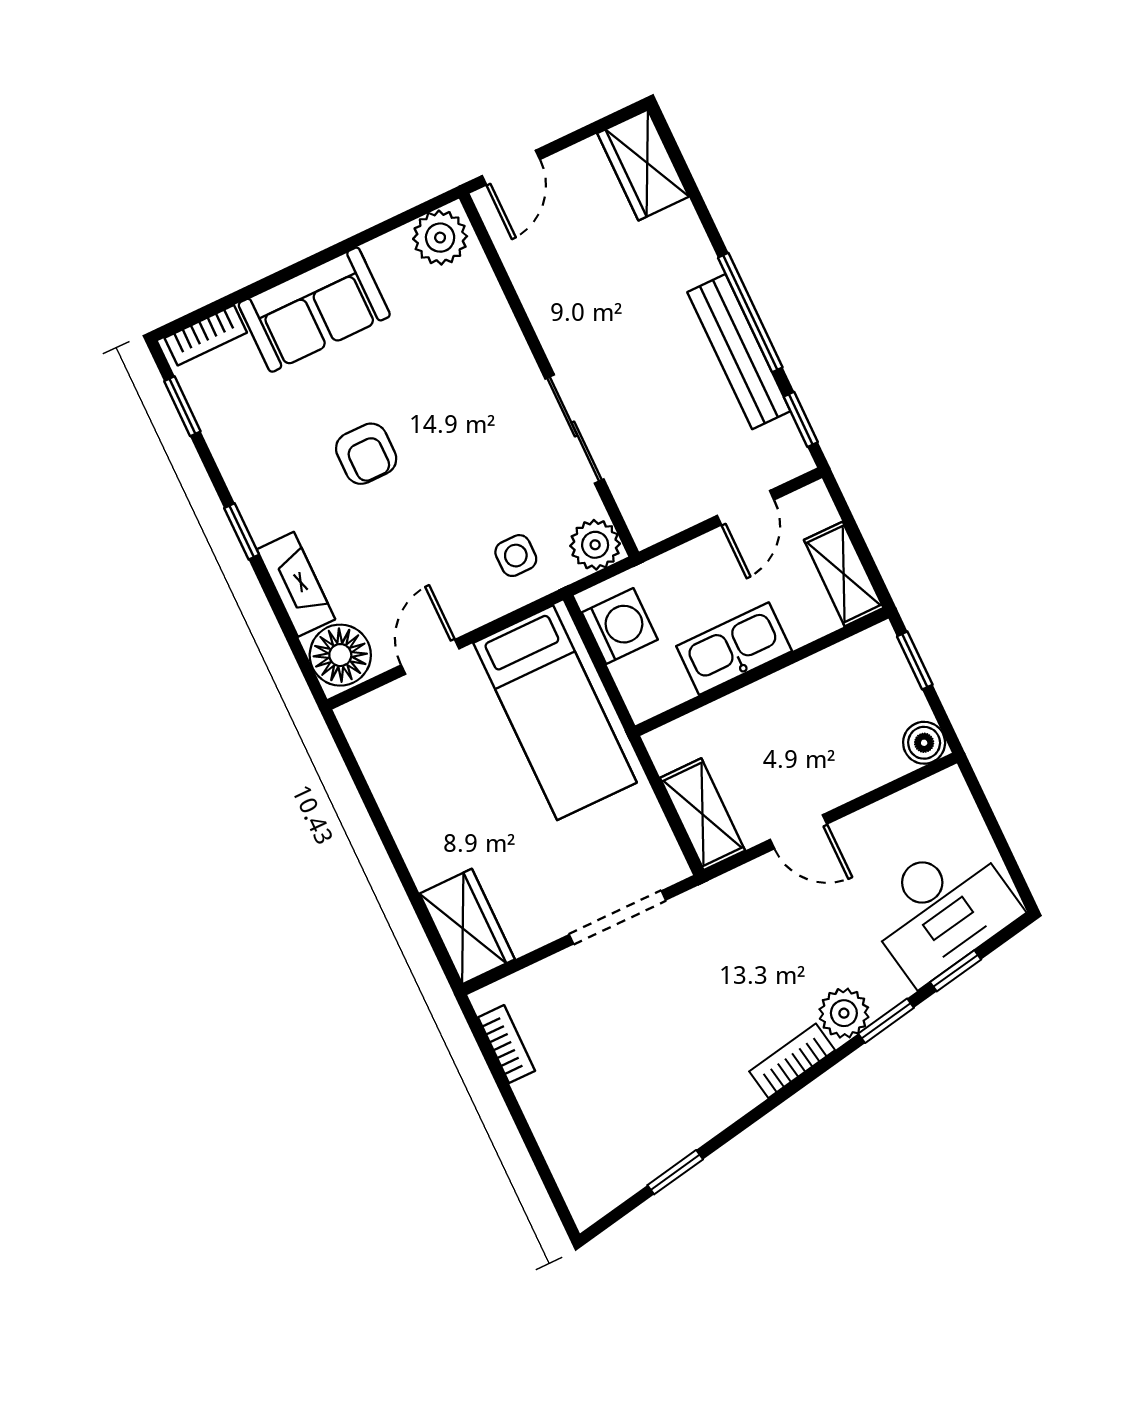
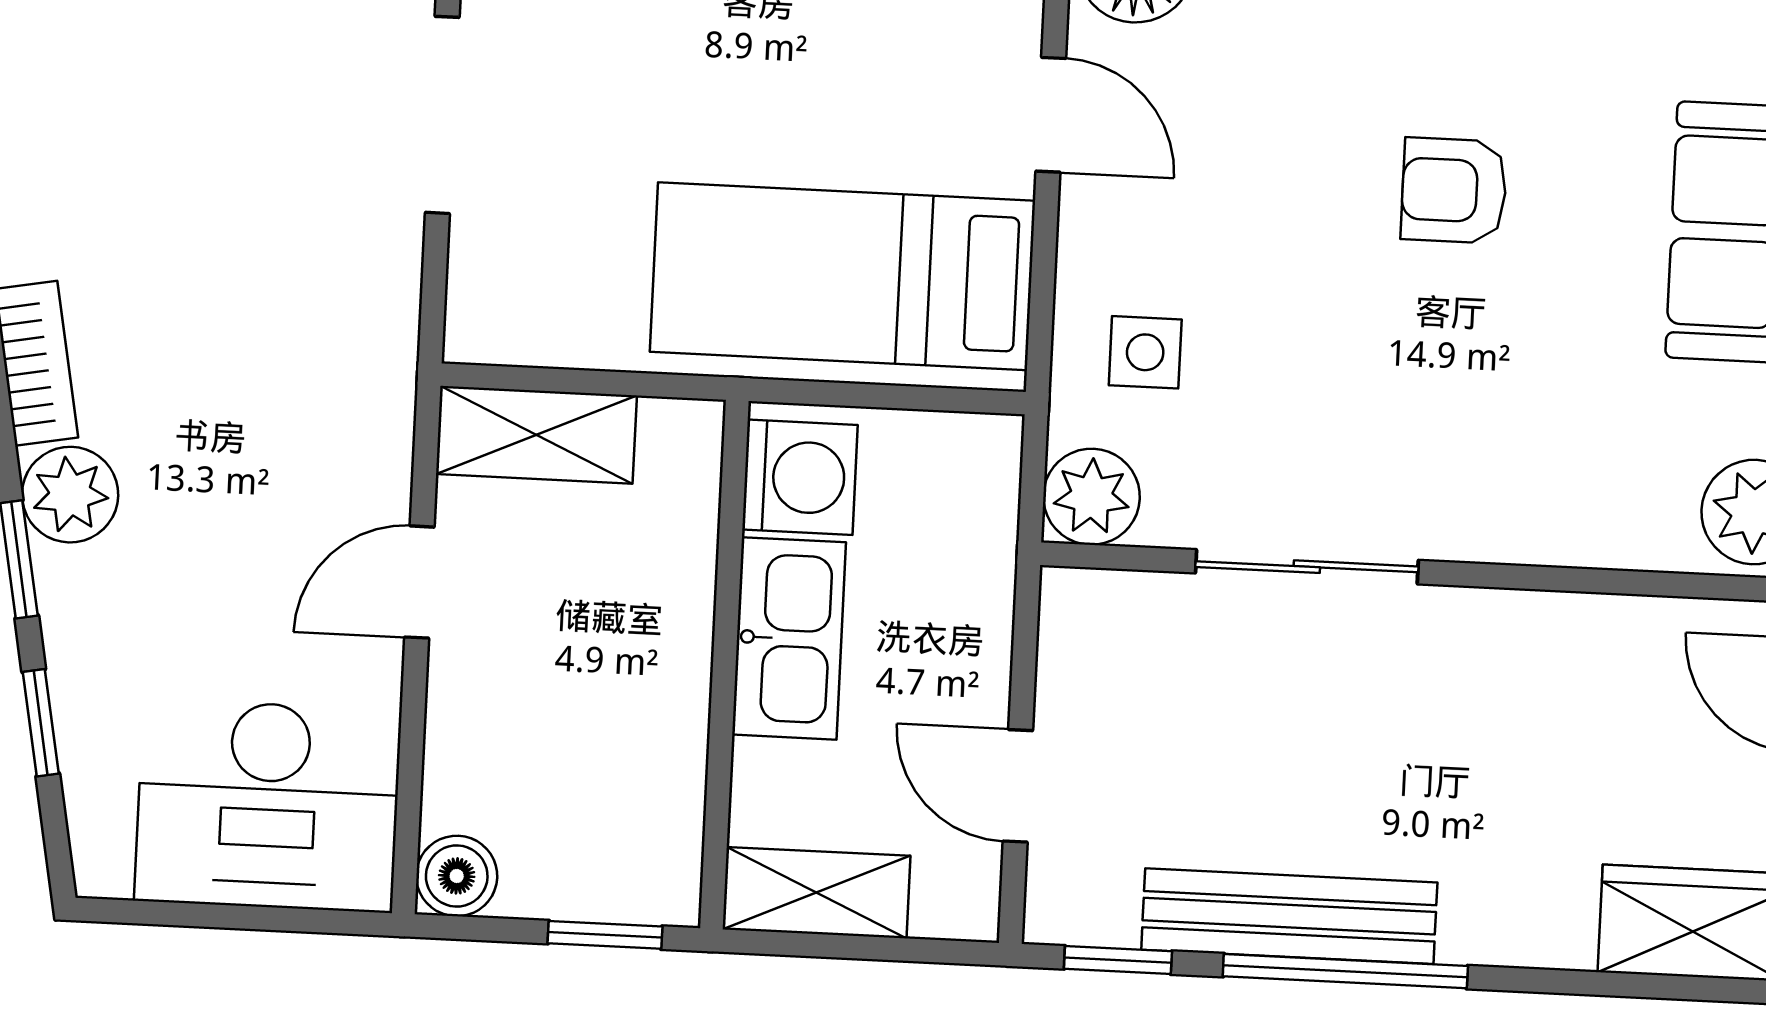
washing machine: (620, 626) -> (800, 477), moved, turned -90
desk: (941, 909) -> (268, 806), moved, turned -80
doorway: (617, 917) -> (442, 115), moved

